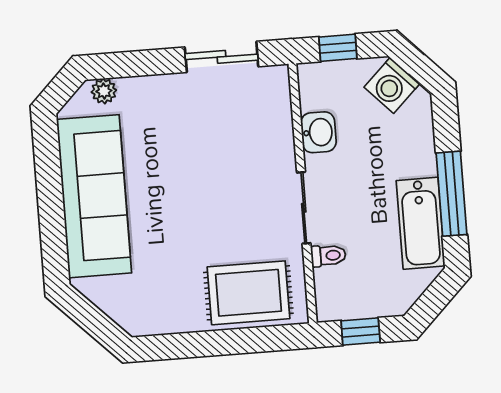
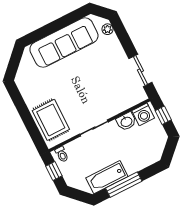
washing machine: (392, 85) -> (143, 114), moved, turned -136
toilet: (328, 256) -> (62, 154), moved

